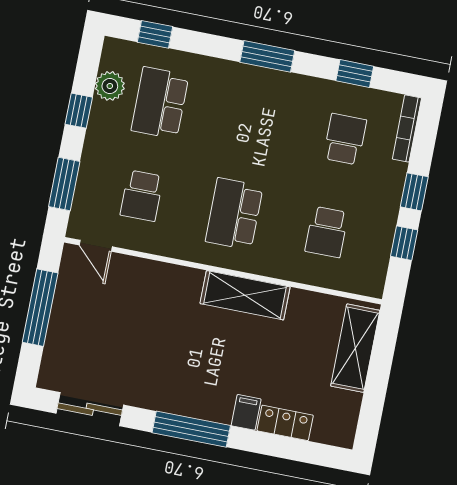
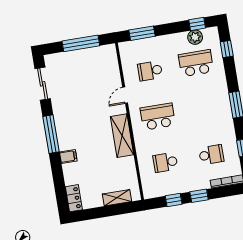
window: (79, 111) -> (197, 24), moved
door: (96, 246) -> (125, 95), moved
shelving: (355, 348) -> (117, 198), width x0.67, depth x0.75
locker: (285, 423) -> (74, 198), moved

